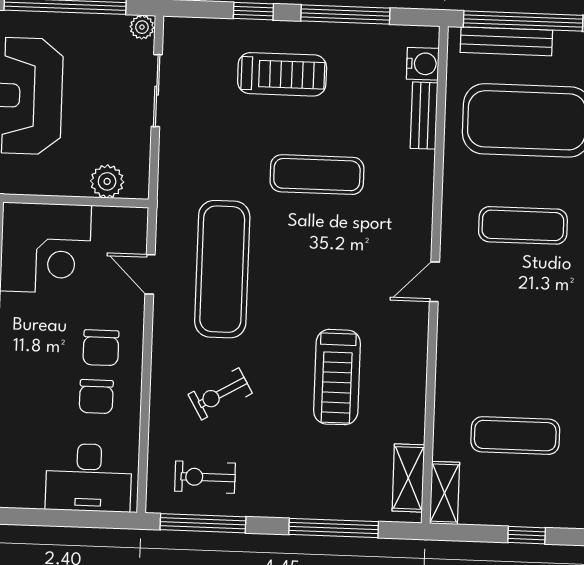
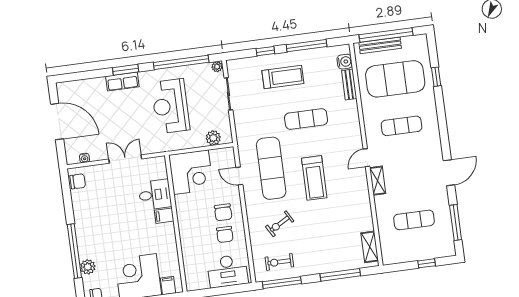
treadmill: (337, 377) -> (314, 178), moved
shelving: (445, 493) -> (378, 181), moved

